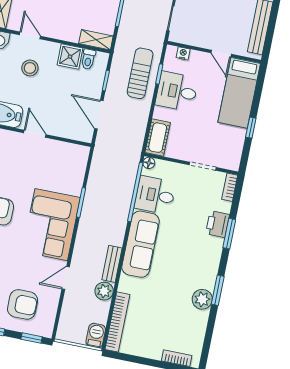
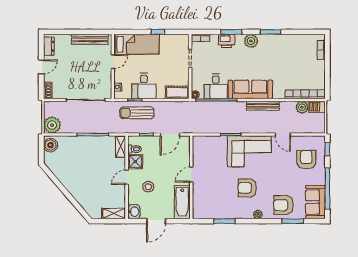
door: (30, 35) -> (127, 177), moved
bench: (112, 264) -> (263, 106), width x1.36
plant: (104, 291) -> (302, 107), moved
plant: (202, 299) -> (251, 41), moved

